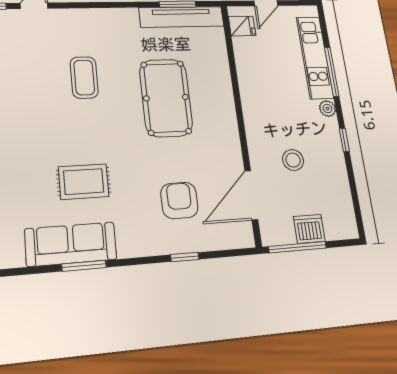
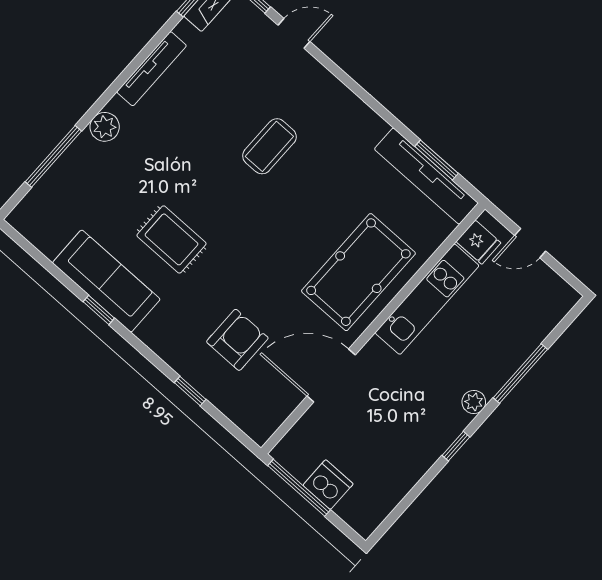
kitchen unit: (315, 58) -> (427, 299), moved, turned 180
pool table: (166, 98) -> (358, 272), moved
stool: (293, 160) -> (383, 412), removed
door: (251, 195) -> (331, 375), moved
window: (84, 266) -> (99, 310), width x0.67

